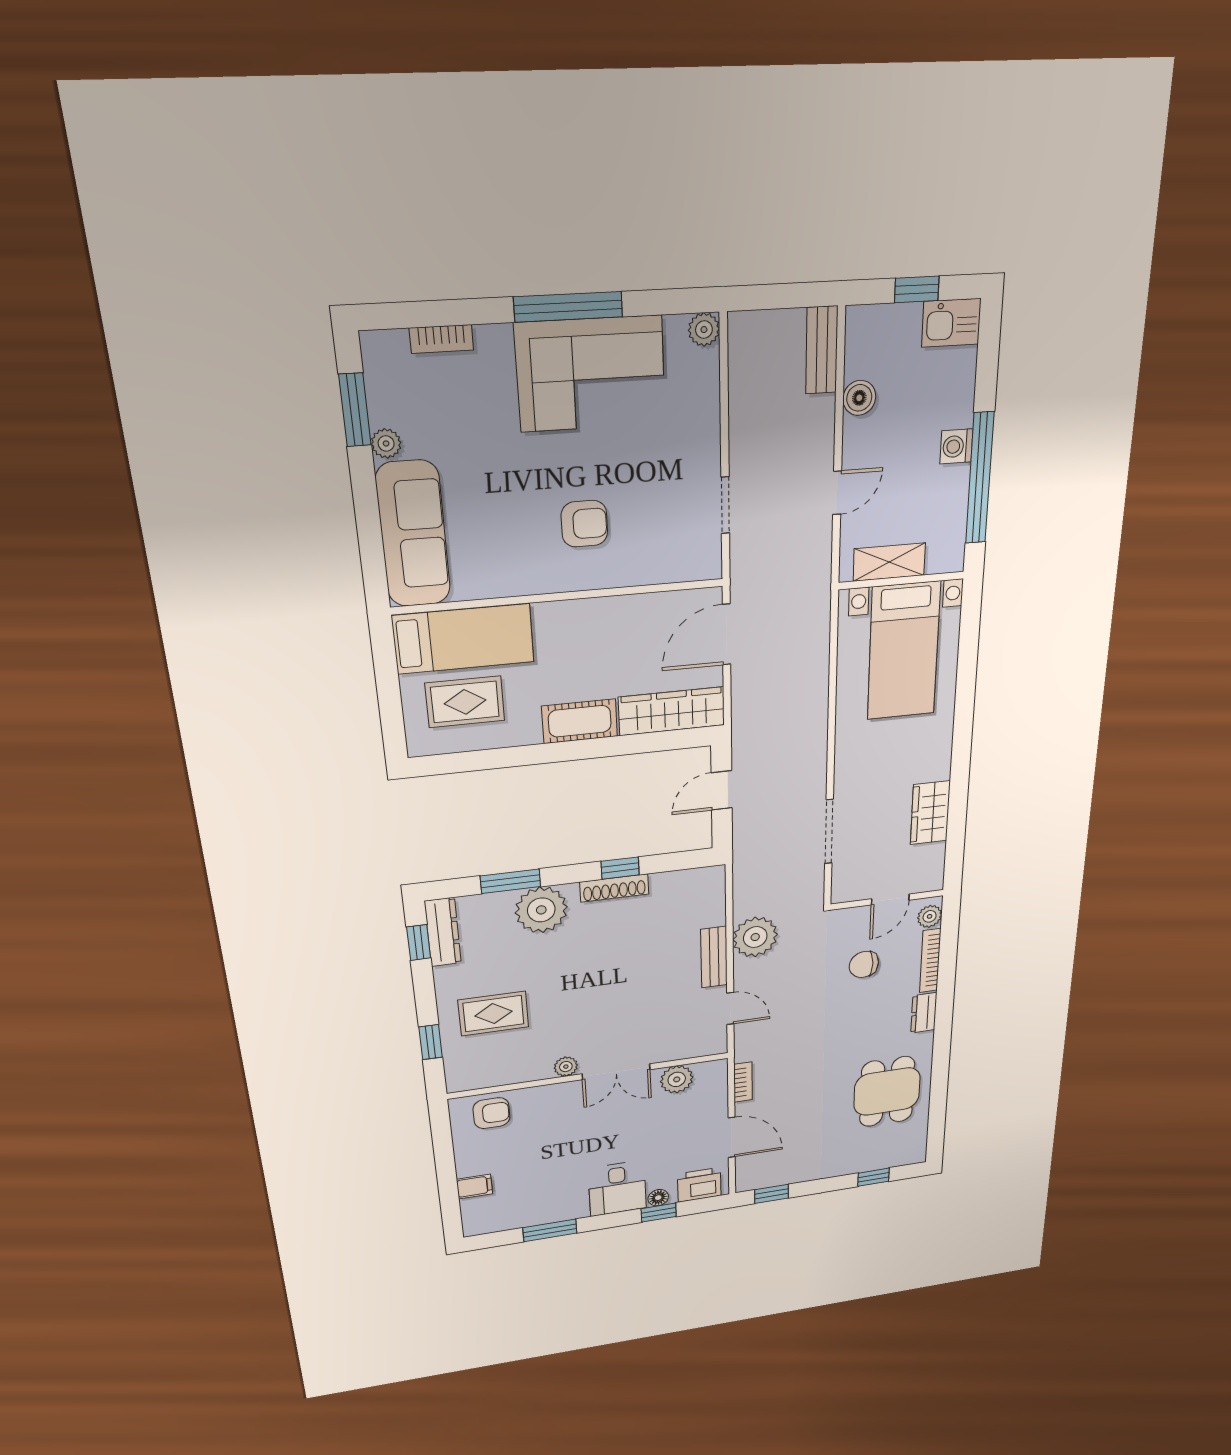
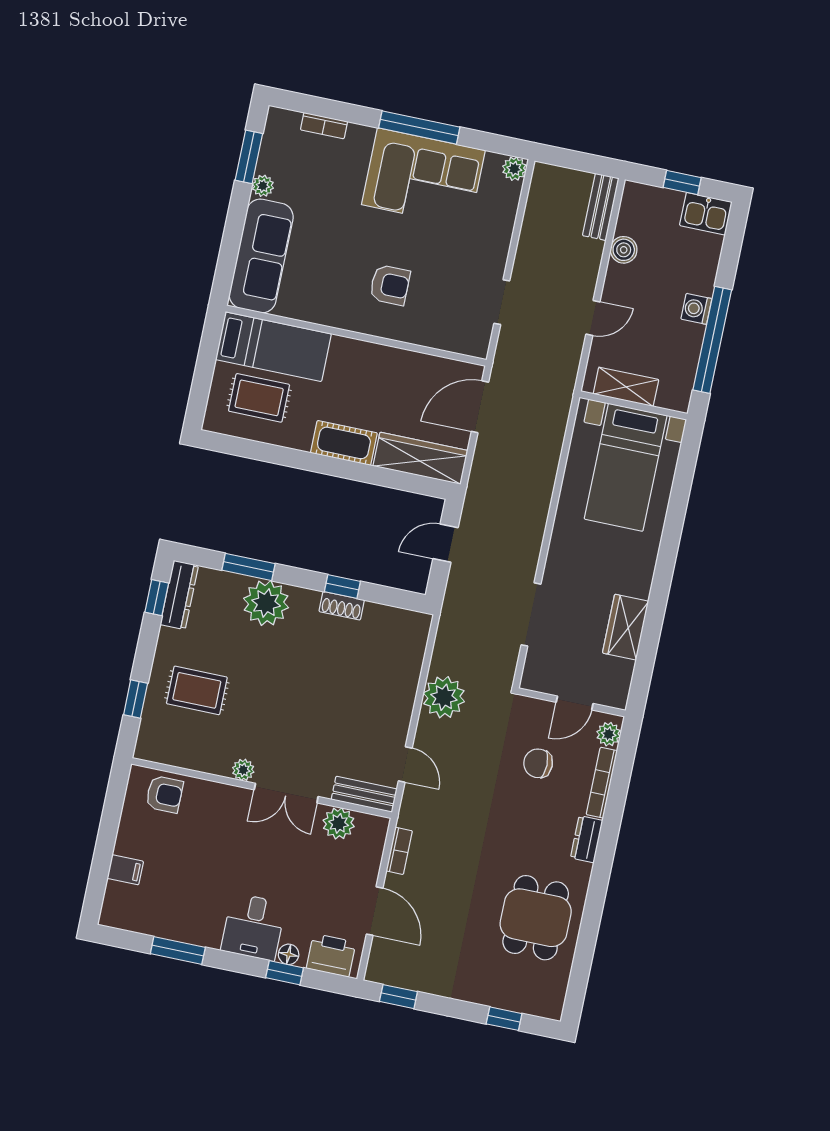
shoe rack: (614, 888) -> (342, 606), width x0.70
bench: (714, 957) -> (364, 794), moved, turned 90

